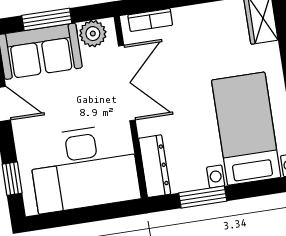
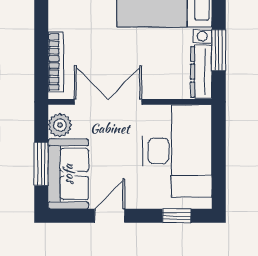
bookcase: (150, 20) -> (56, 62), width x1.56
dresser: (155, 166) -> (201, 72), moved, turned -90

